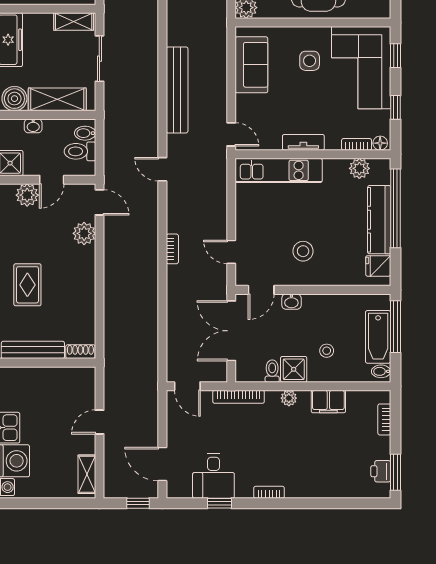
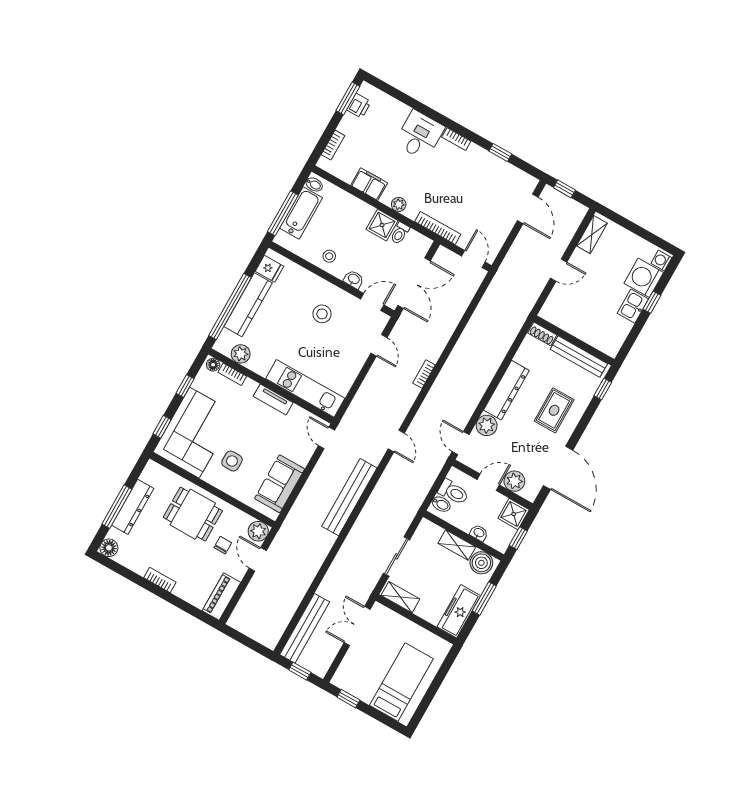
shelving: (57, 99) -> (457, 545), width x0.67, depth x0.75
dresser: (84, 278) -> (506, 390), added
stool: (327, 351) -> (329, 256), moved
desk: (213, 476) -> (419, 135), moved

